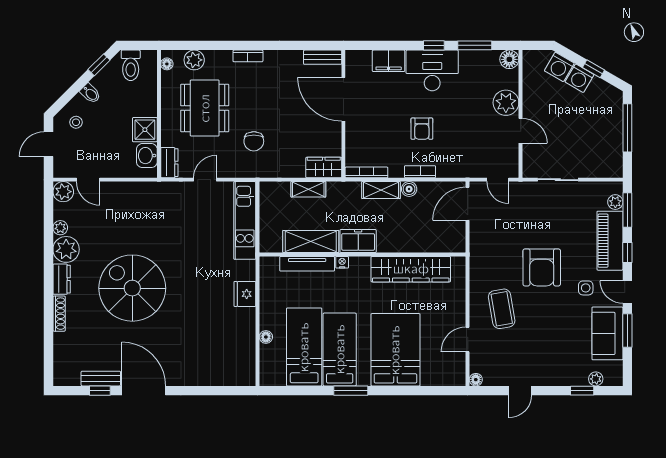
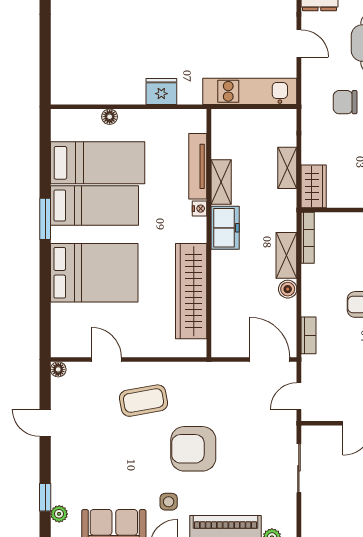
bookcase: (420, 172) -> (309, 335), moved
shelving: (311, 242) -> (221, 182), width x0.67, depth x0.75

